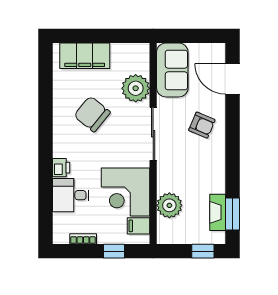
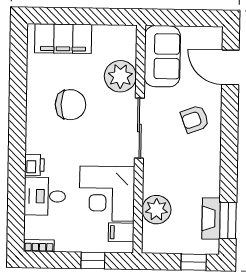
chair: (92, 114) -> (71, 105), turned 141
armchair: (202, 125) -> (195, 119), turned 137
bookcase: (83, 239) -> (39, 246), moved

